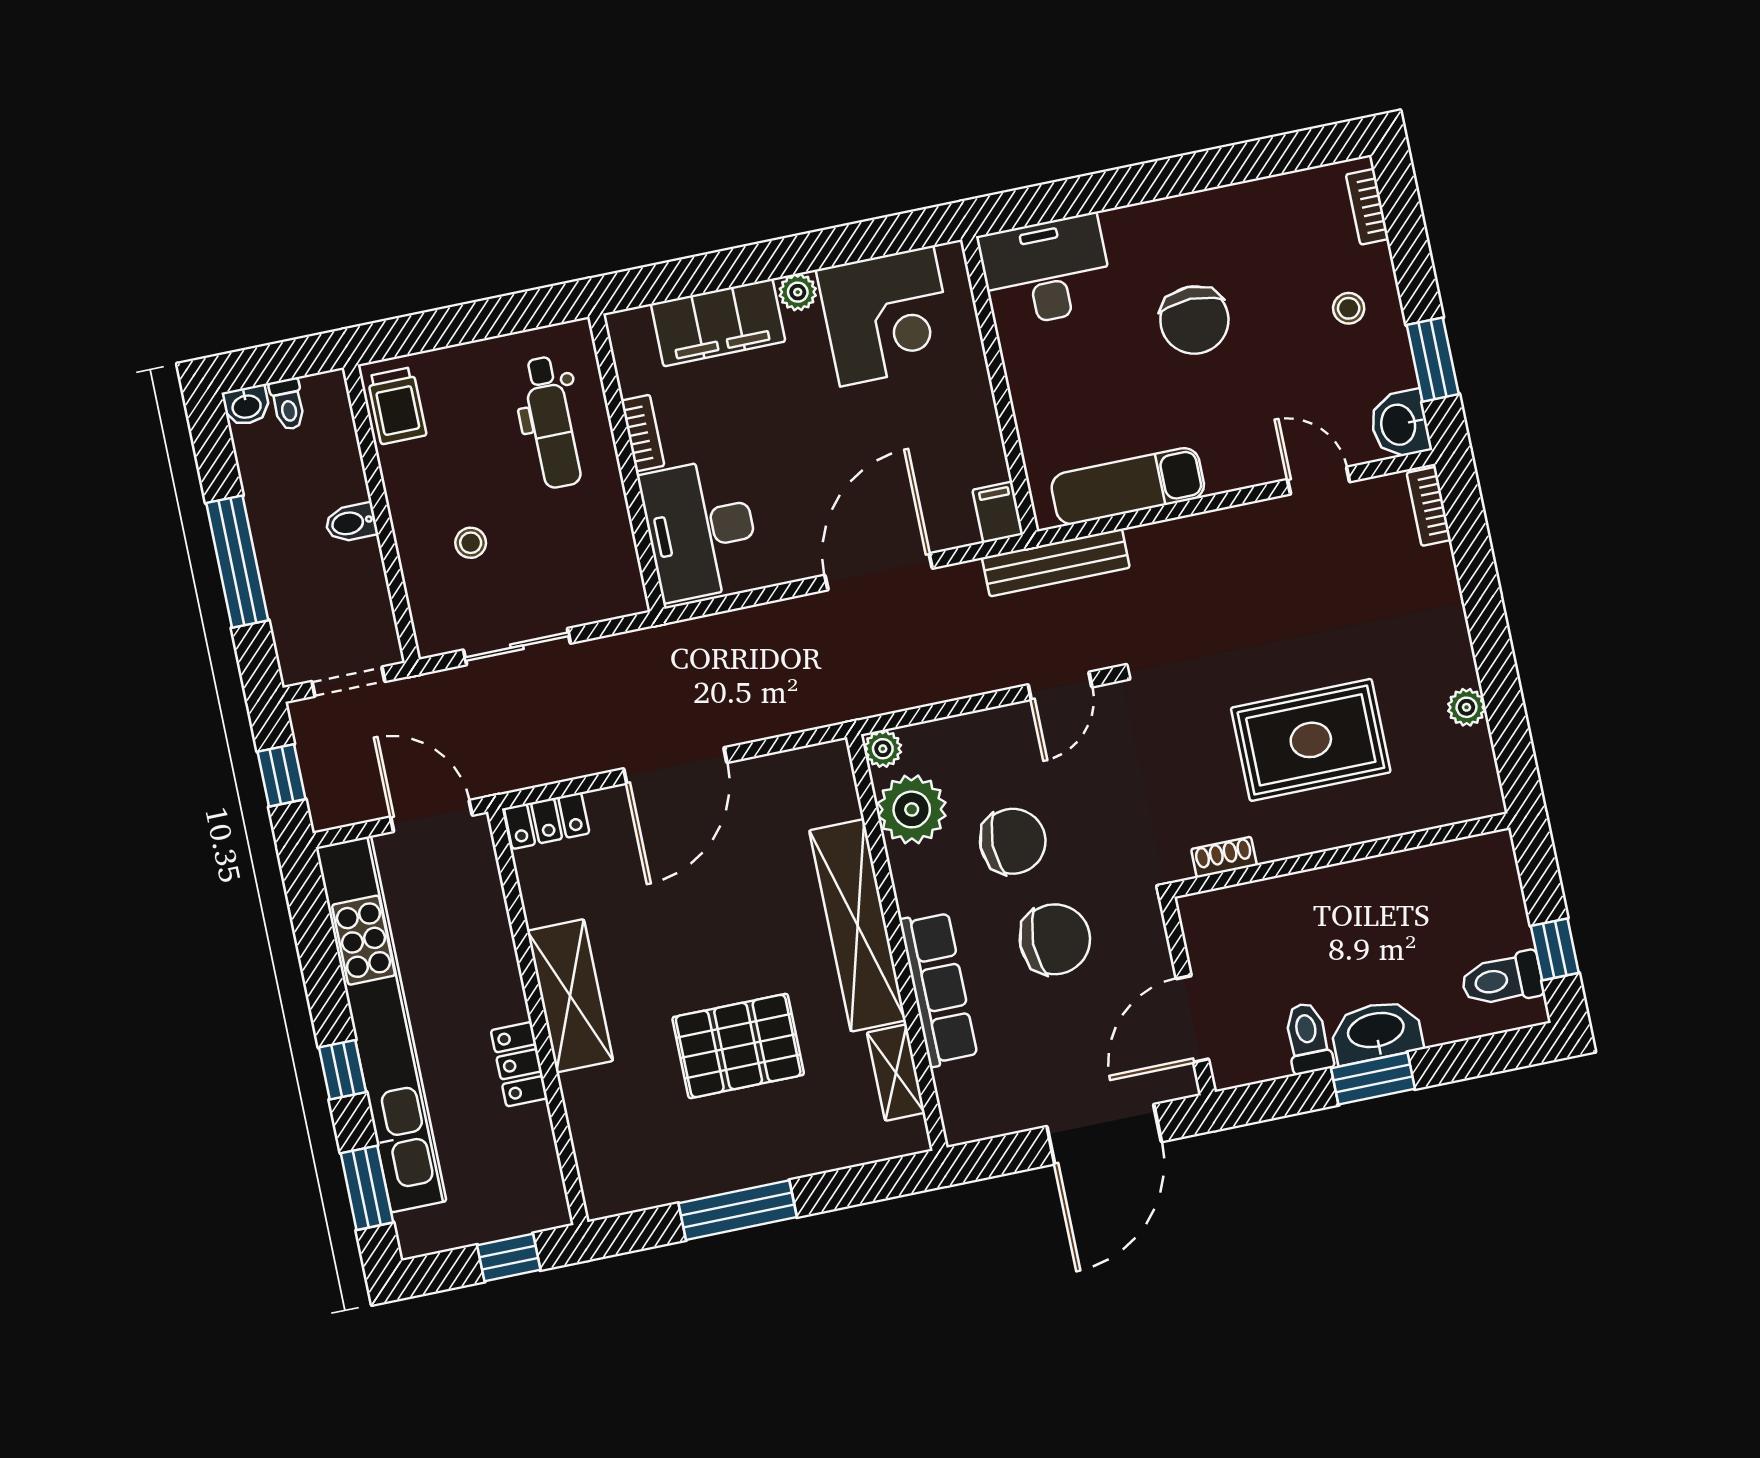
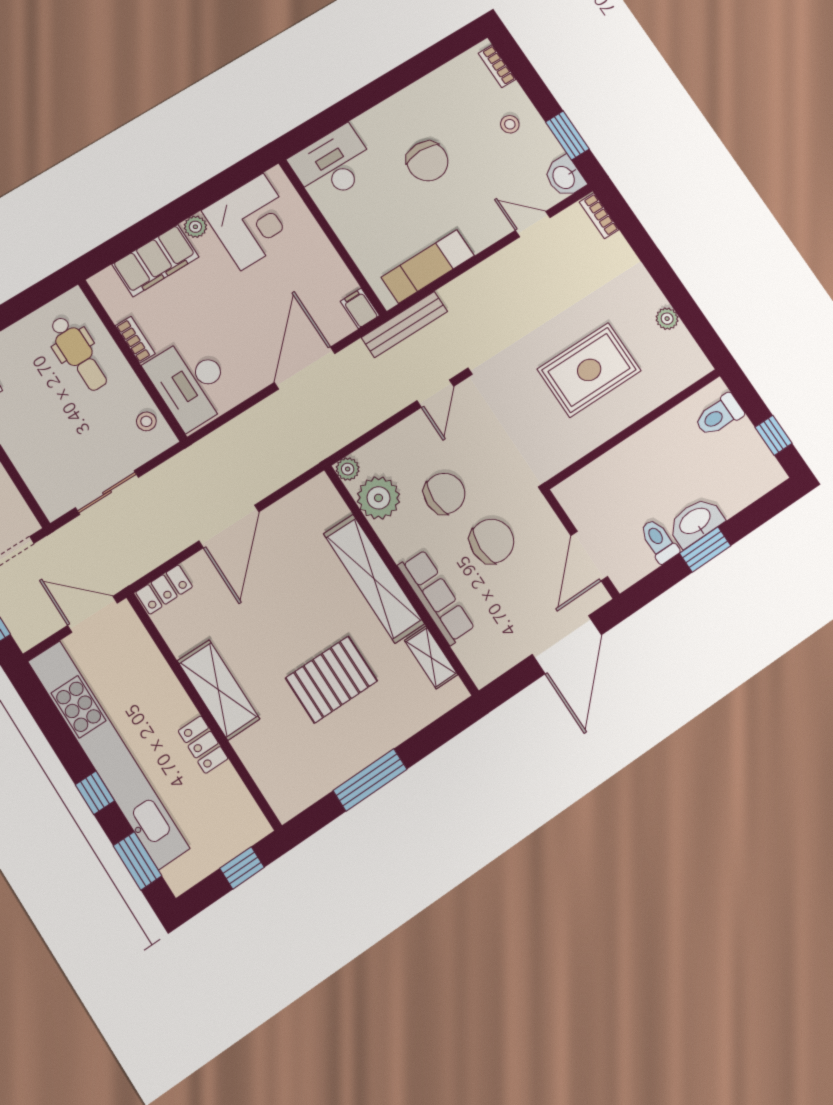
stool: (471, 543) -> (146, 421), moved
shoe rack: (1224, 857) -> (568, 455), removed
toilet: (1502, 979) -> (719, 415), moved

